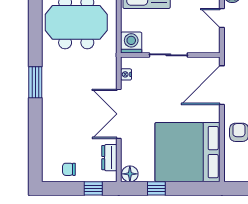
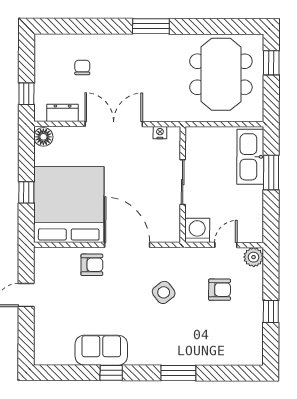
washing machine: (131, 42) -> (197, 230), moved, turned -90
door: (222, 85) -> (127, 245), moved
chair: (69, 169) -> (82, 67), moved
window: (156, 188) -> (26, 192), moved

